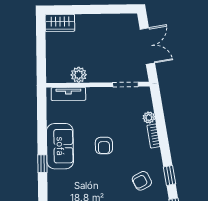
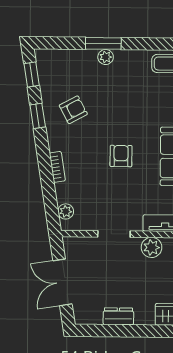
dresser: (103, 21) -> (118, 316), added
doorway: (126, 84) -> (114, 234), moved
plant: (149, 118) -> (66, 211), moved

